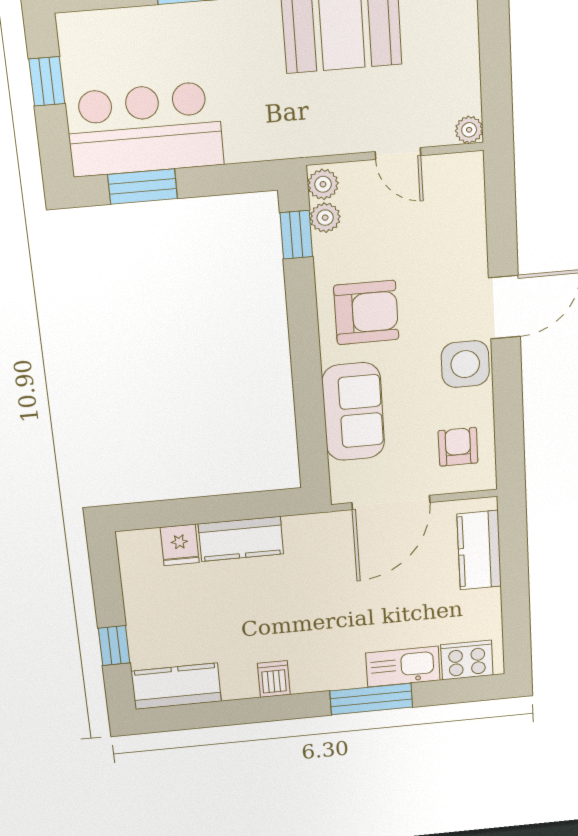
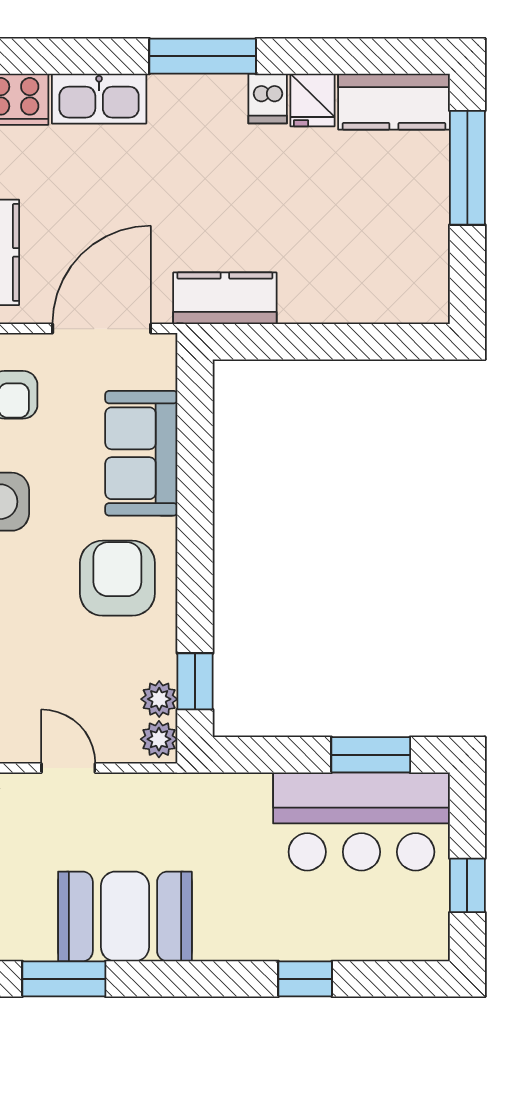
armchair: (366, 312) -> (117, 578), turned 90
kitchen counter: (241, 539) -> (225, 298), moved
fridge: (180, 545) -> (312, 100), moved, turned 180
window: (114, 646) -> (467, 168), width x2.17
window: (371, 699) -> (203, 56), moved

